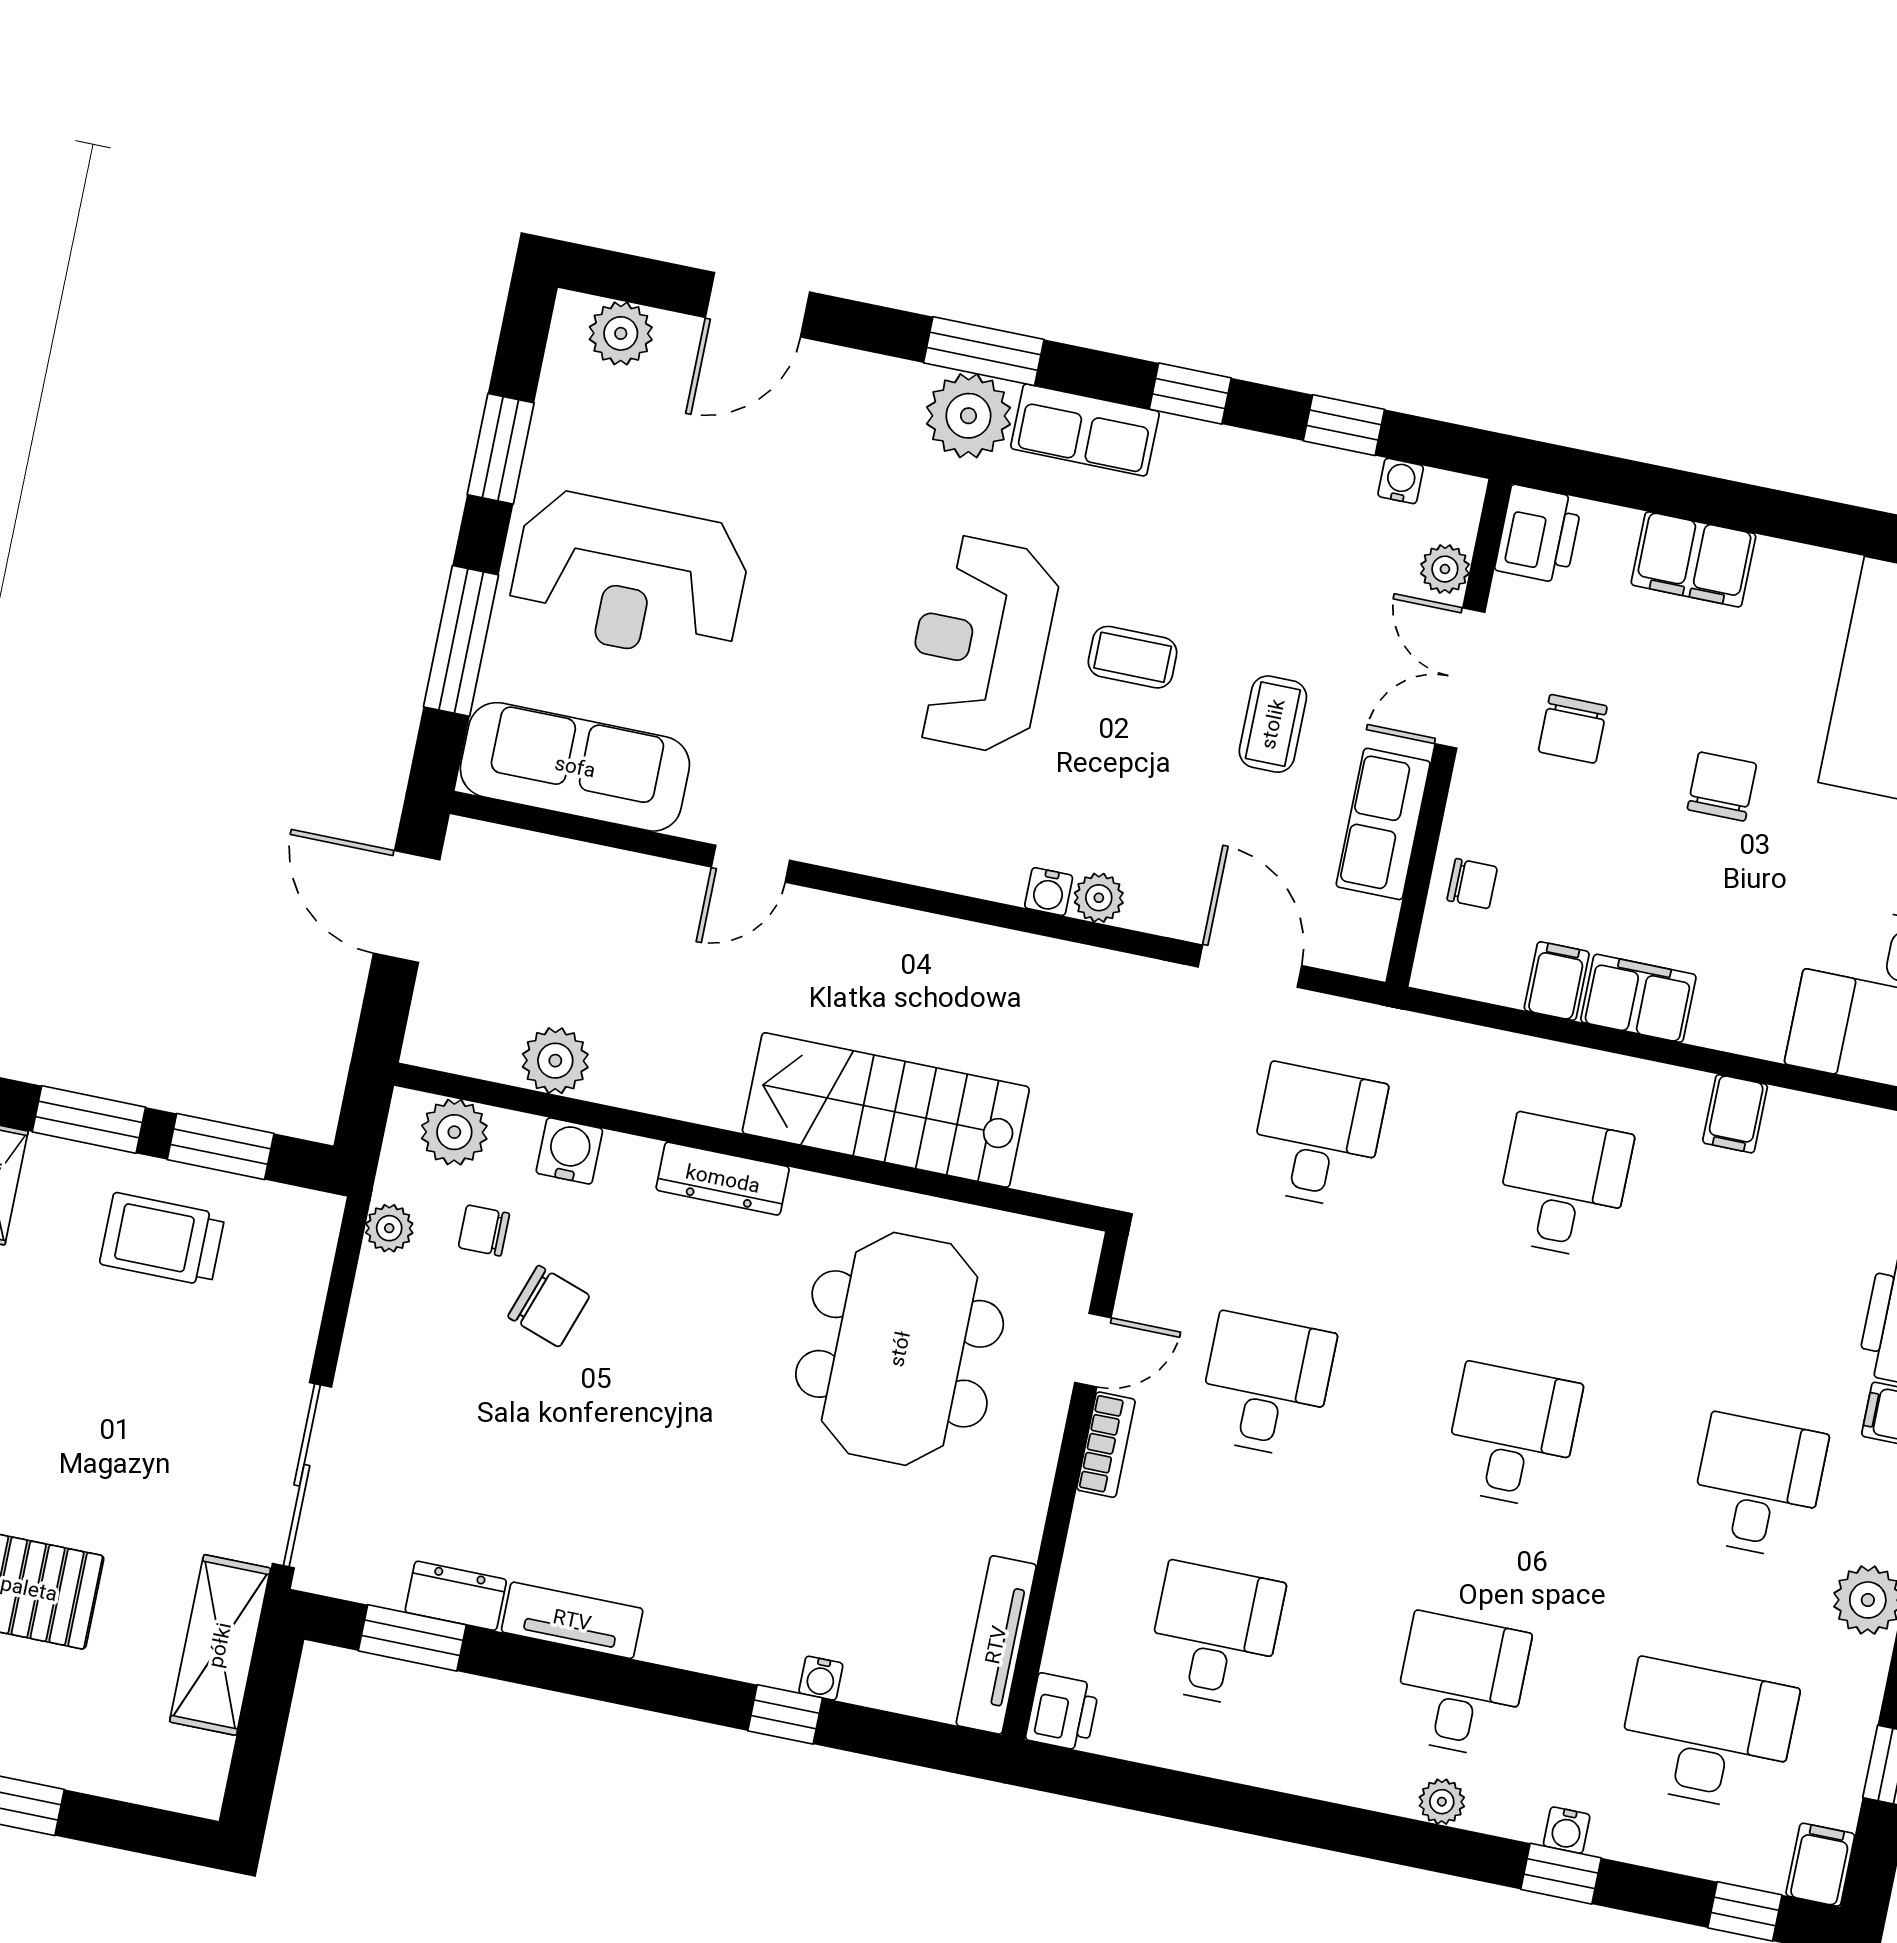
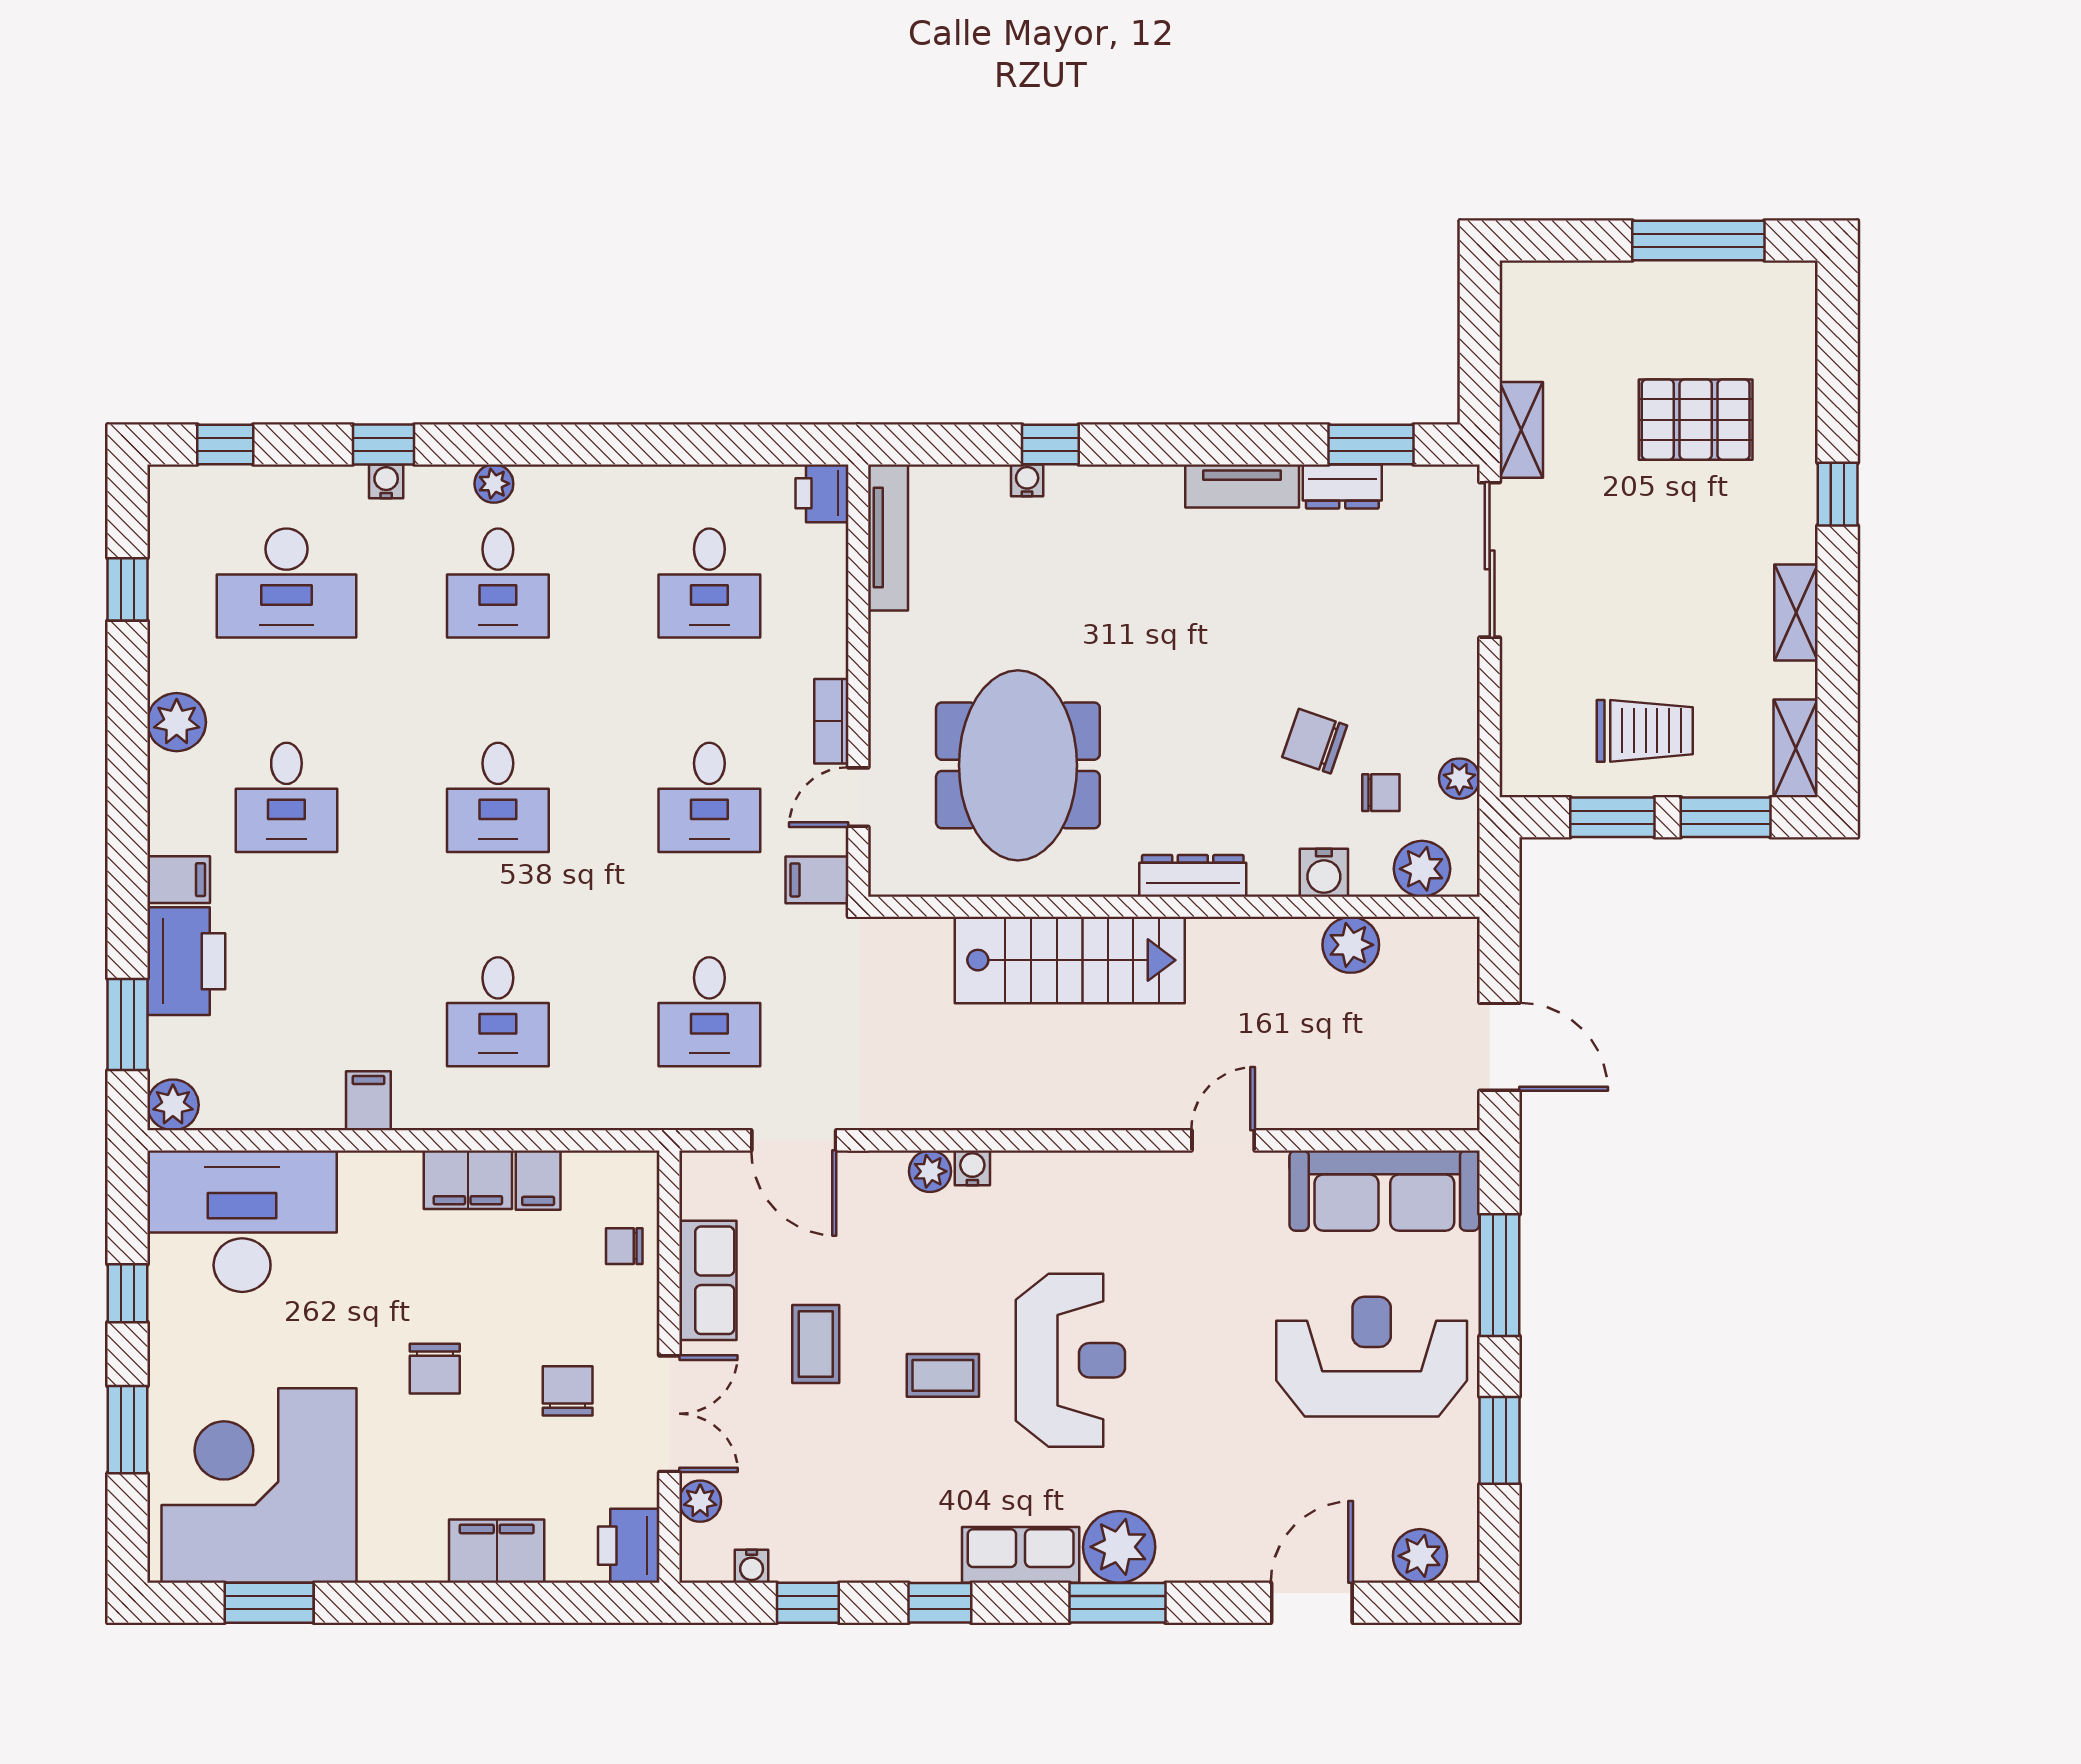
shelving: (220, 1645) -> (1521, 430), width x0.67, depth x0.75
filing cabinet: (1820, 1865) -> (817, 880), moved, turned 90

